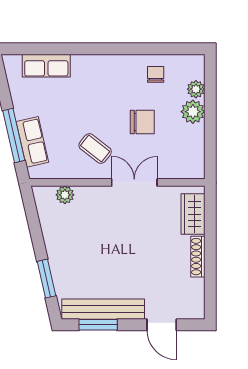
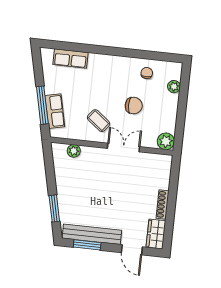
plant: (193, 112) -> (166, 141), moved
wardrobe: (193, 214) -> (156, 234), moved

